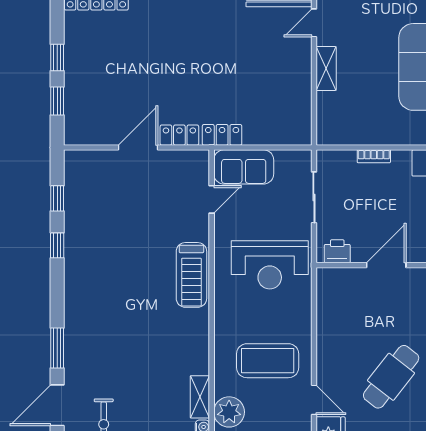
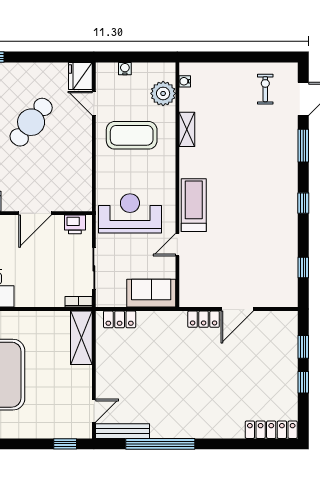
shelving: (326, 68) -> (81, 338), moved, width x1.50, depth x1.33
locker: (222, 135) -> (120, 319), moved
bookcase: (374, 156) -> (79, 302), moved
door: (212, 199) -> (177, 245), moved
window: (57, 245) -> (303, 203), moved
shelving: (200, 397) -> (187, 129), moved

